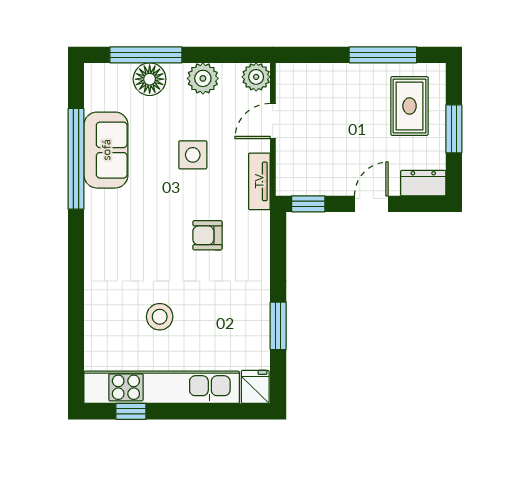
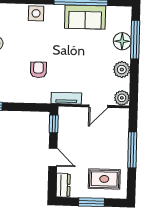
window: (383, 55) -> (132, 150), moved
door: (273, 121) -> (98, 106), swing flipped
side table: (193, 155) -> (36, 13), moved

